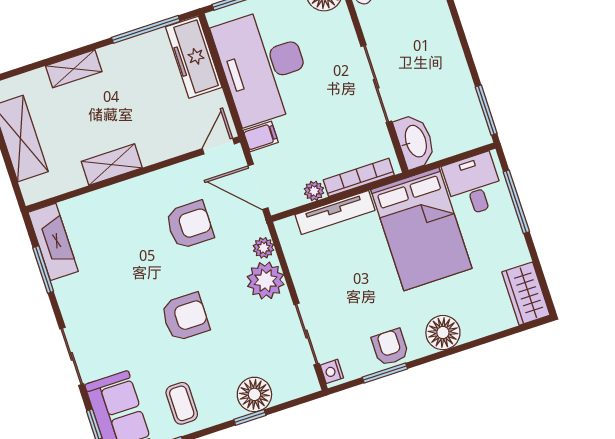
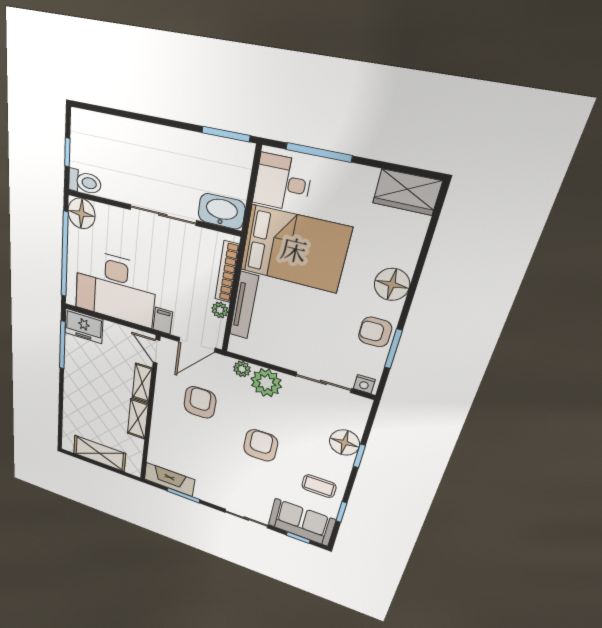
freezer: (194, 57) -> (84, 326), width x0.71
shelving: (74, 69) -> (142, 383), moved

